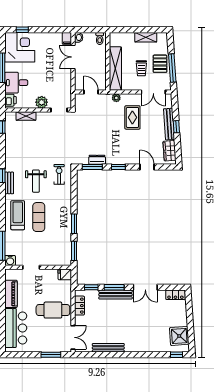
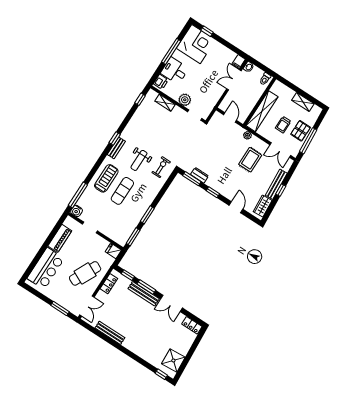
cafe table: (53, 310) -> (85, 273), turned -64

